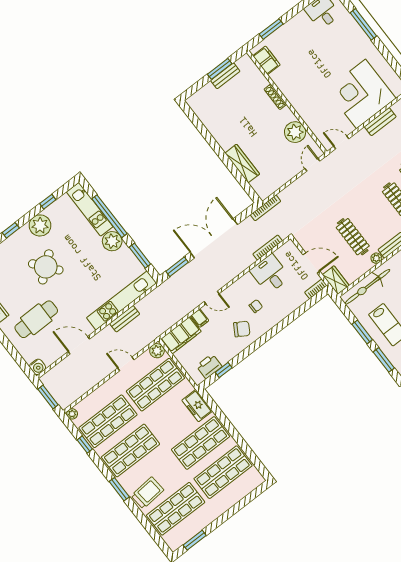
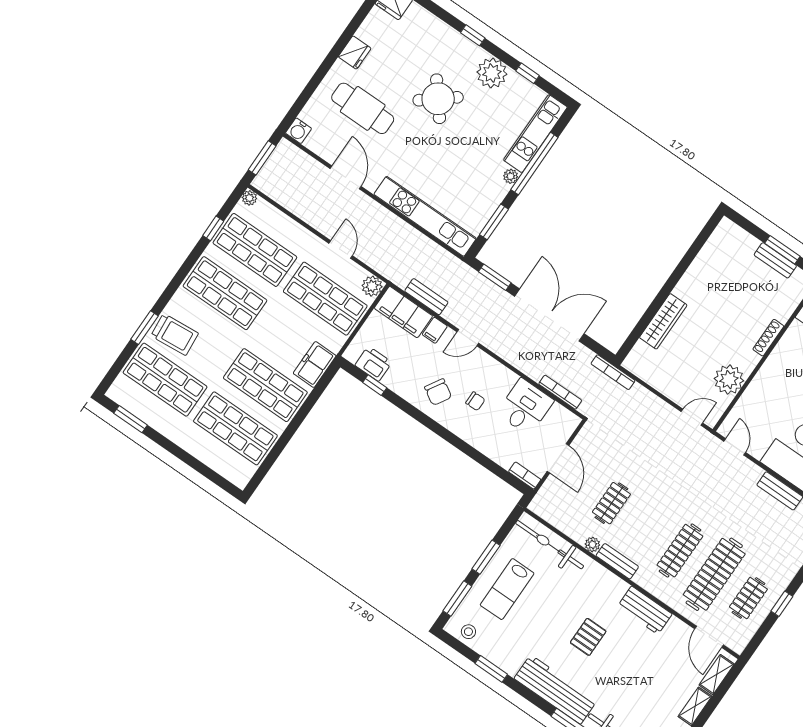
clothes rail: (353, 237) -> (611, 503), width x0.73
plant: (112, 241) -> (511, 176), width x0.53, depth x0.53
wardrobe: (336, 280) -> (545, 499), removed
door: (212, 298) -> (468, 338), hinge flipped
bench: (125, 319) -> (426, 297), moved
window: (119, 489) -> (145, 328), moved

